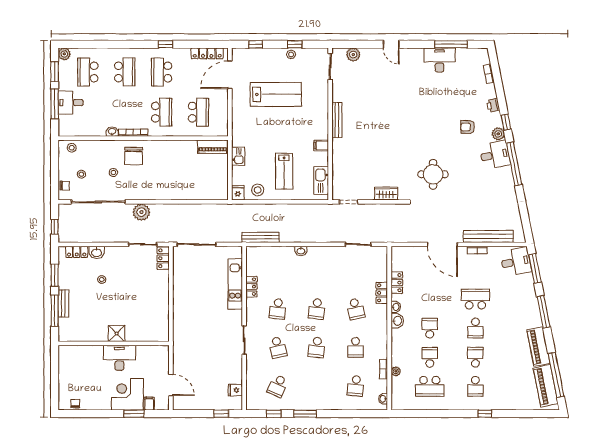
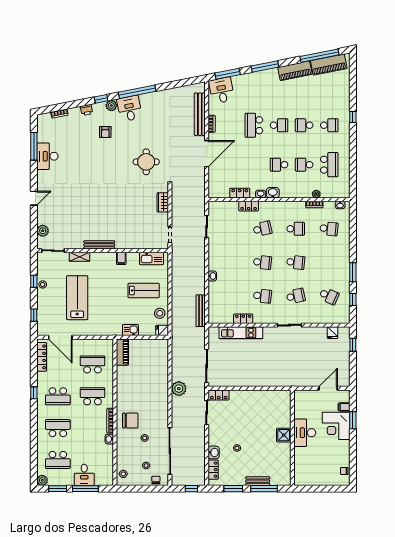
shelving: (323, 97) -> (79, 257), added
plant: (141, 212) -> (179, 389), moved

